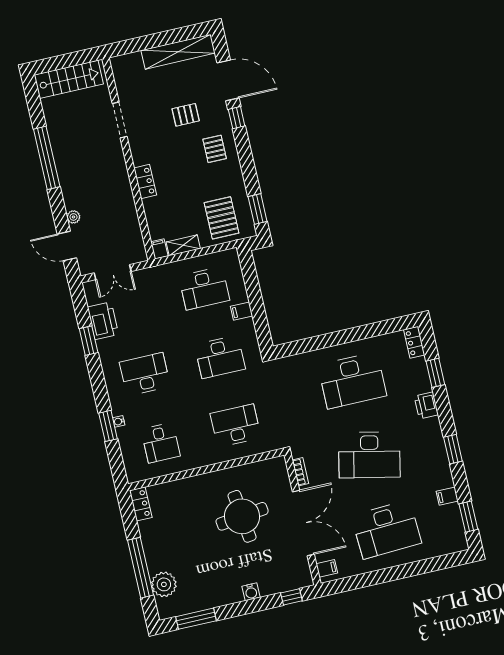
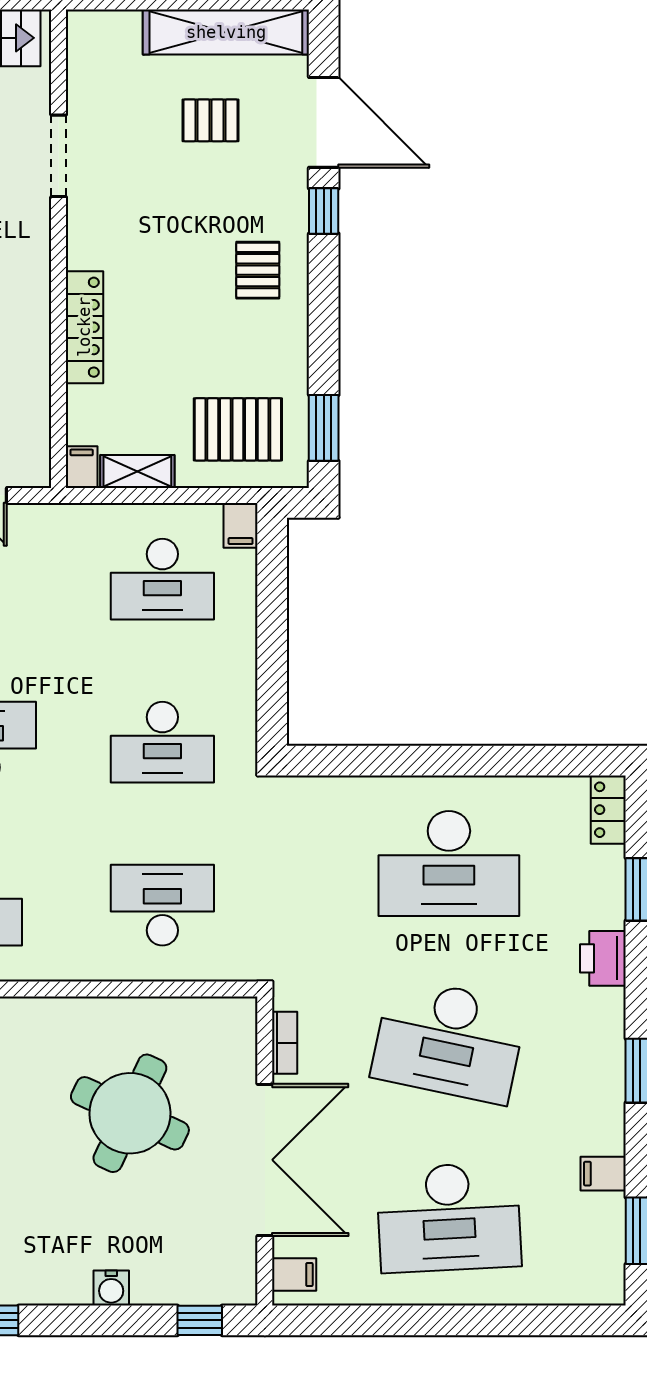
pallet: (186, 115) -> (210, 120), moved
locker: (145, 182) -> (84, 327), width x1.53
pallet: (222, 218) -> (238, 429), turned 90
filing cabinet: (242, 311) -> (241, 525), moved, turned -90
round table: (242, 516) -> (130, 1113), turned 32

